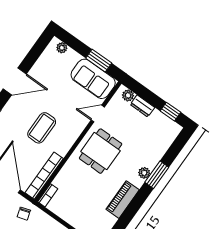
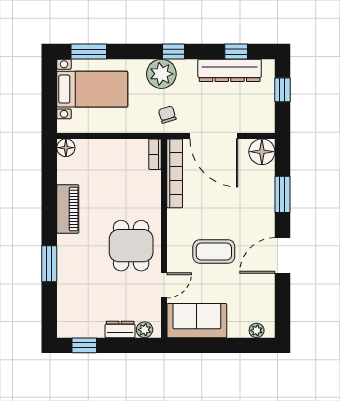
window: (99, 61) -> (205, 345), removed
coffee table: (42, 128) -> (214, 252), moved, turned 90
plant: (144, 173) -> (65, 256), removed

